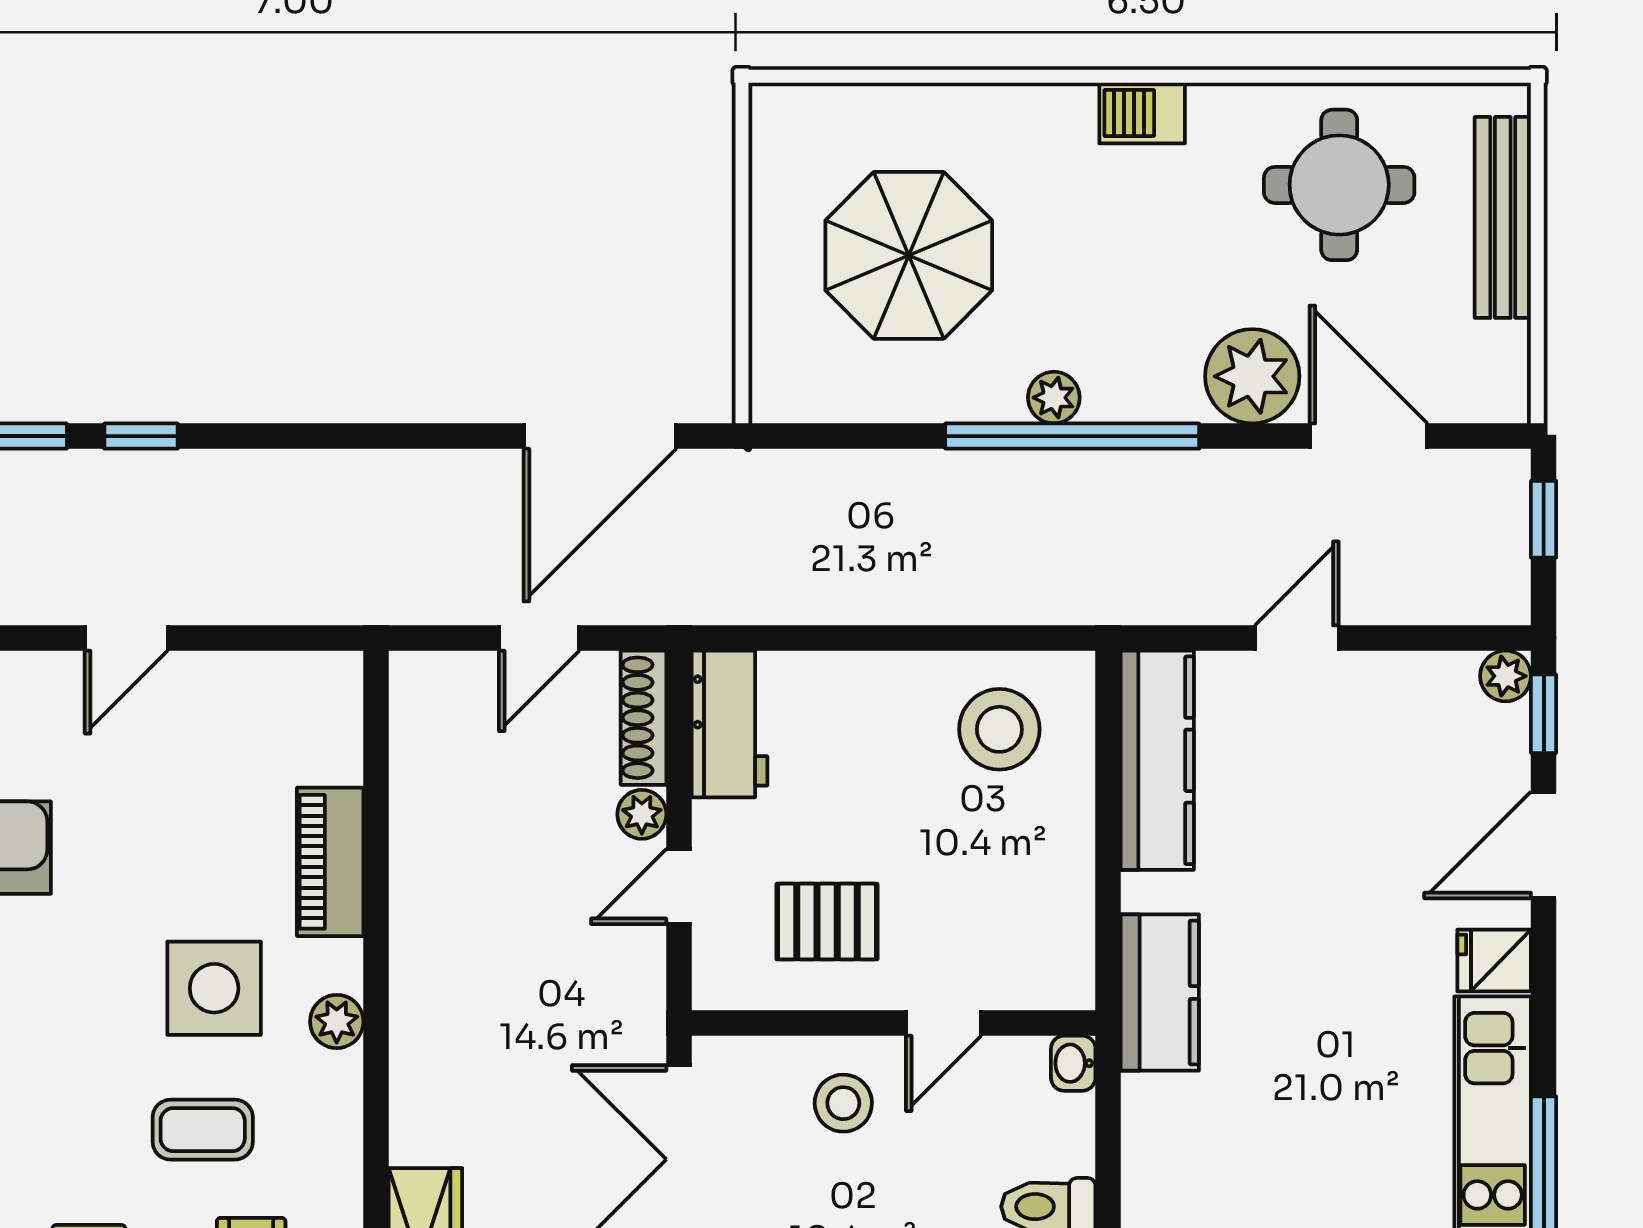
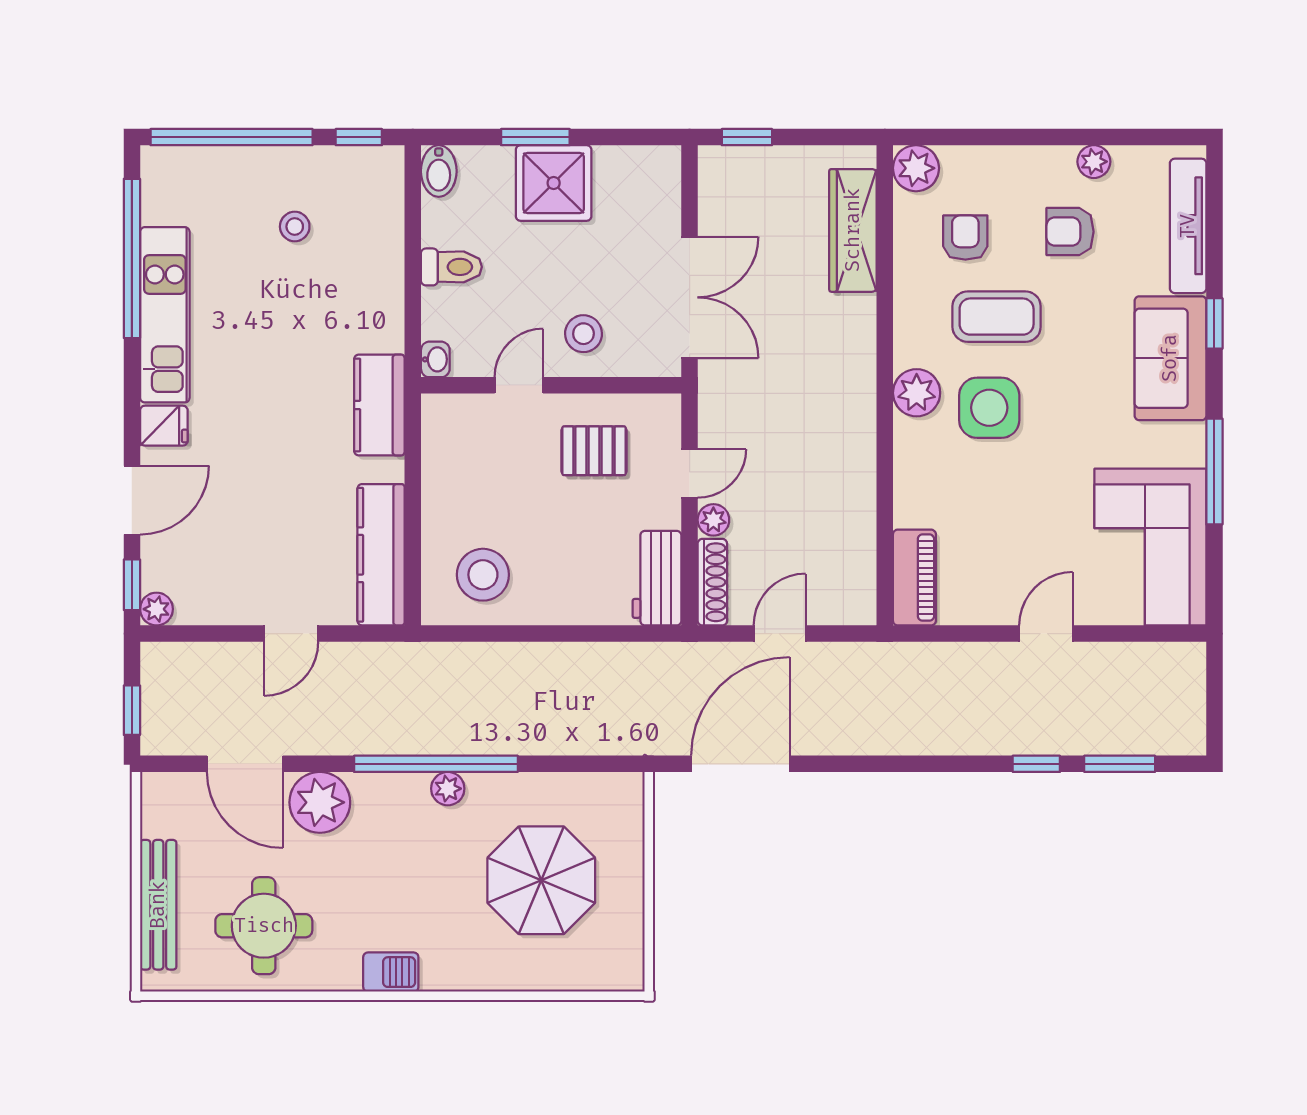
piano: (330, 862) -> (914, 578), moved
plant: (337, 1021) -> (917, 393), width x1.38, depth x1.38
coffee table: (203, 1130) -> (997, 317), width x1.36, depth x1.30

